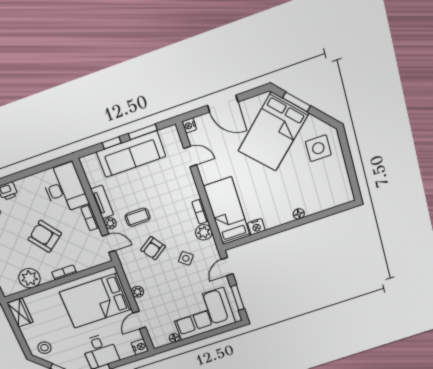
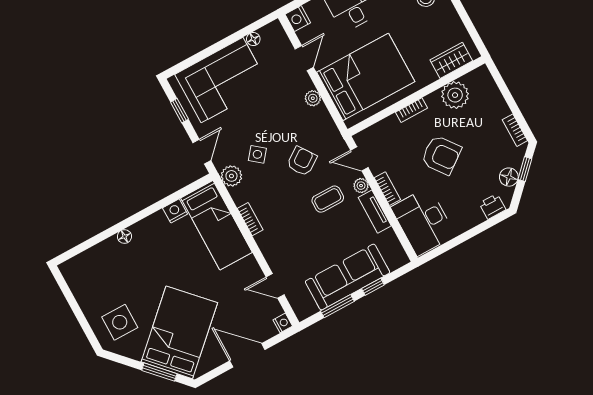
plant: (204, 232) -> (231, 176), moved
window: (238, 298) -> (179, 111), width x0.67
wardrobe: (20, 313) -> (451, 60), moved, turned 90

